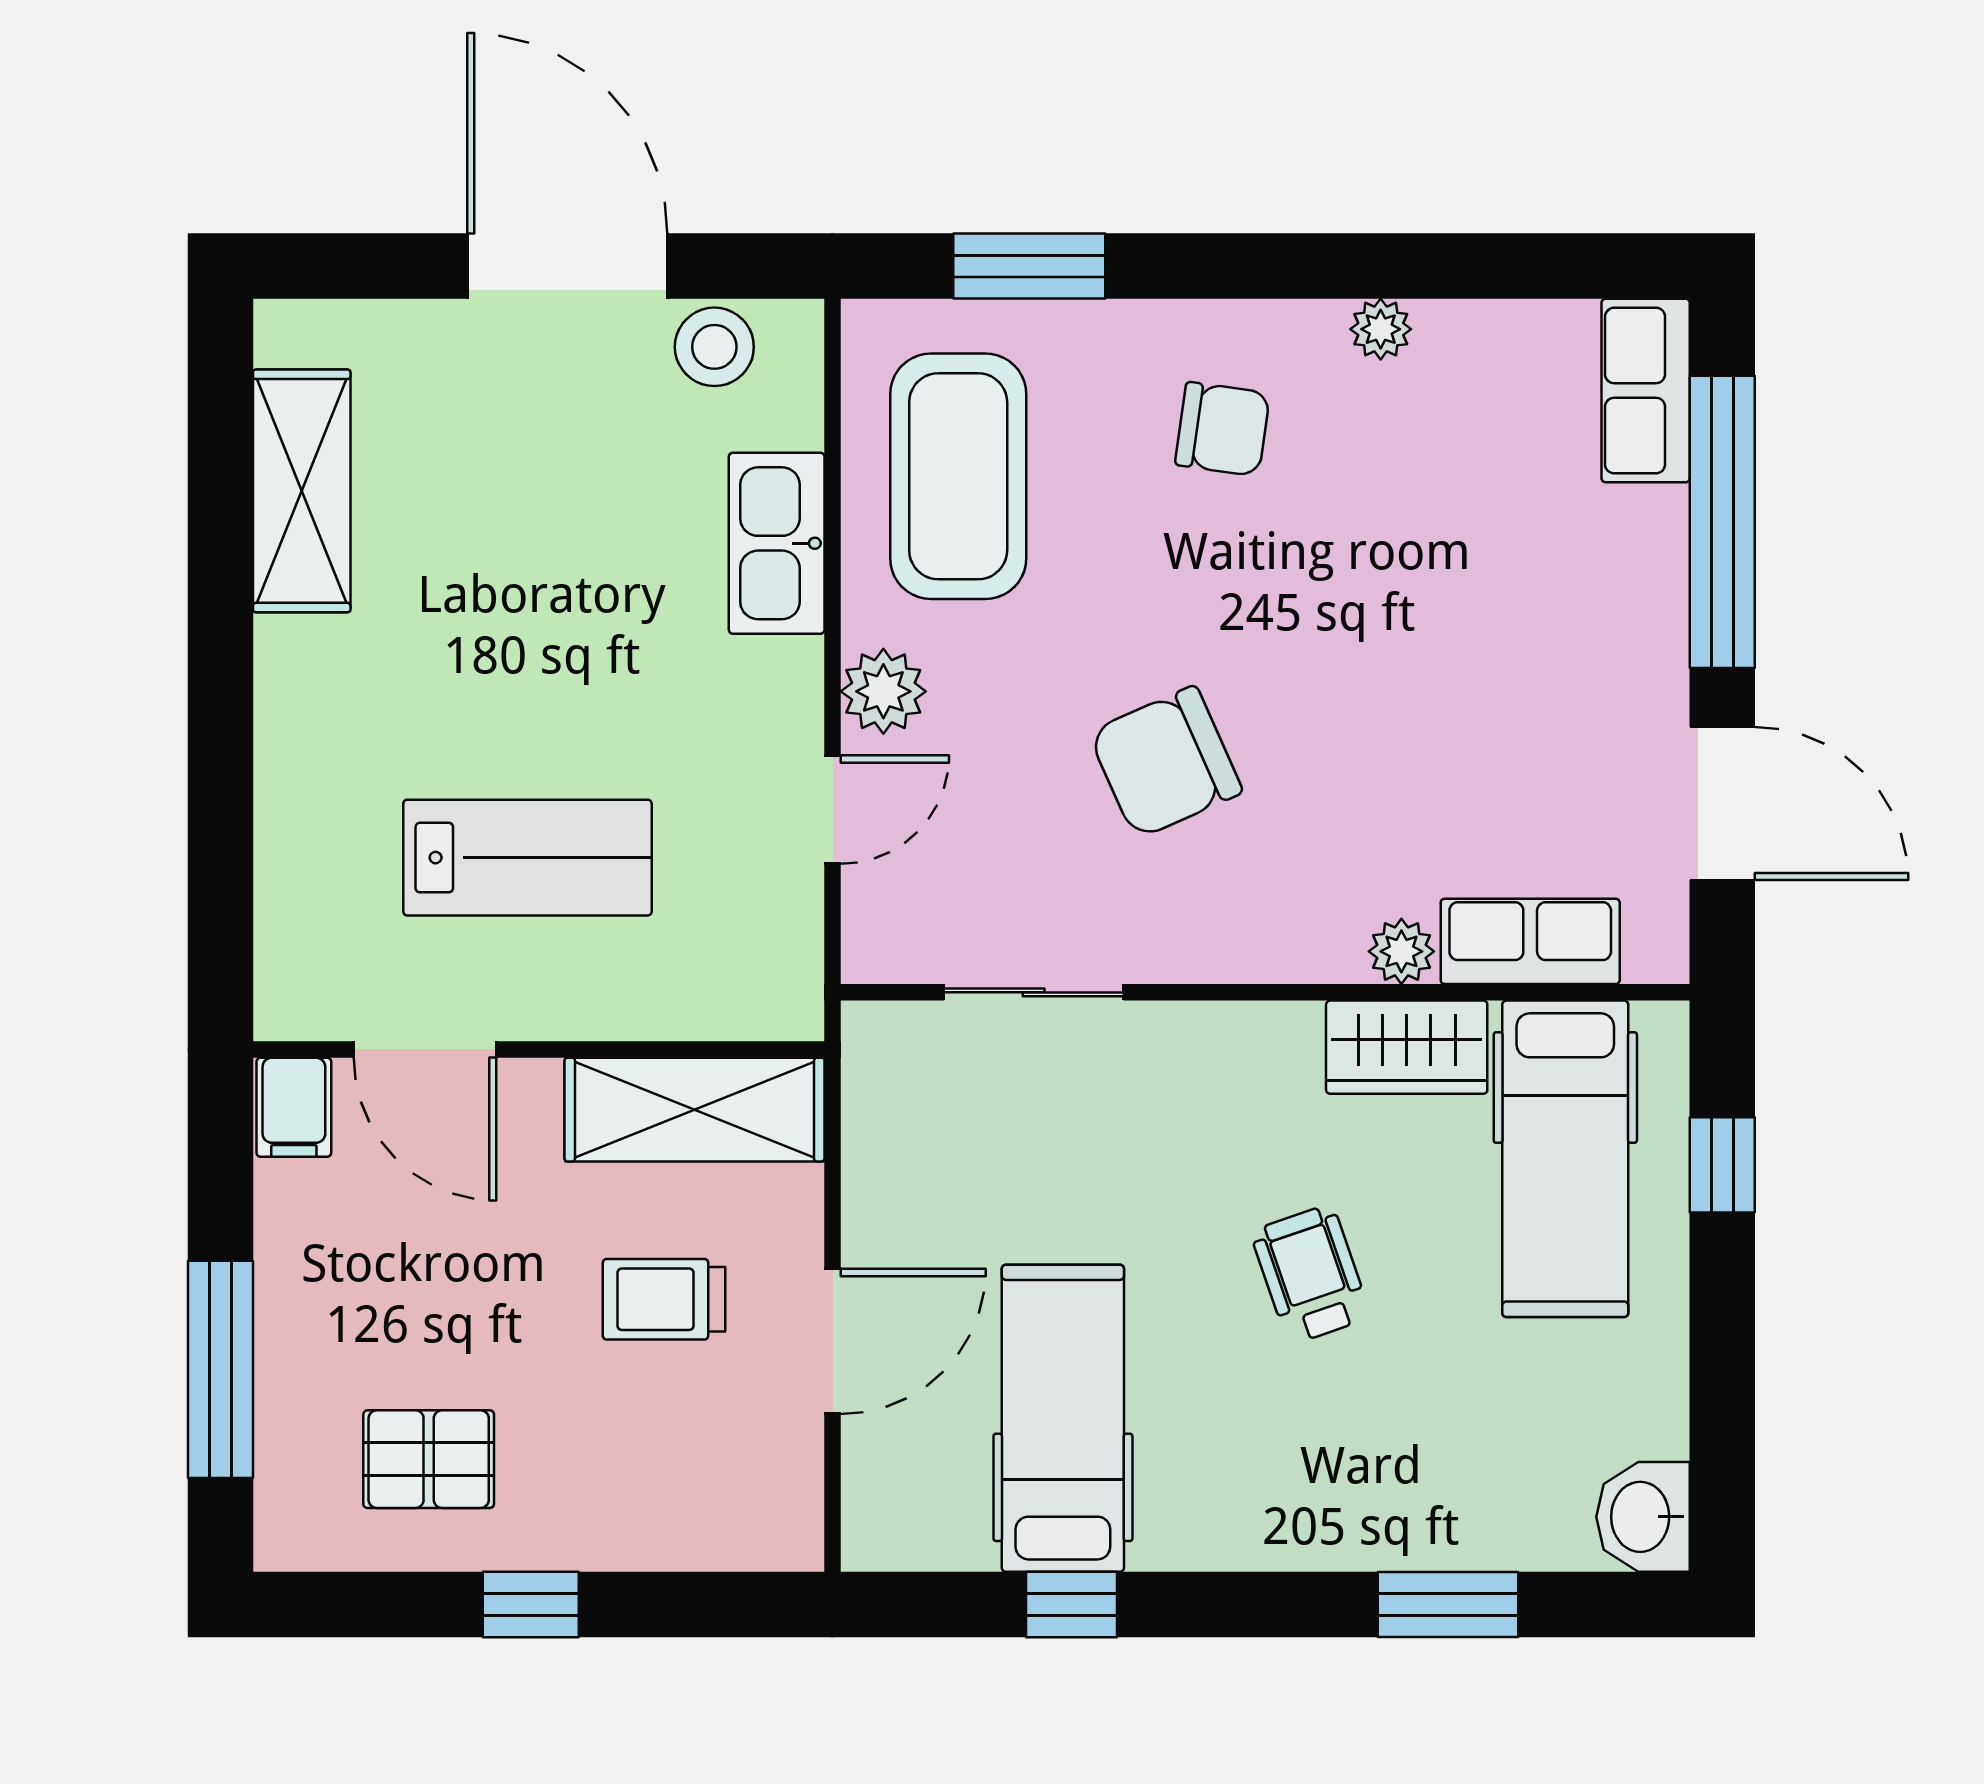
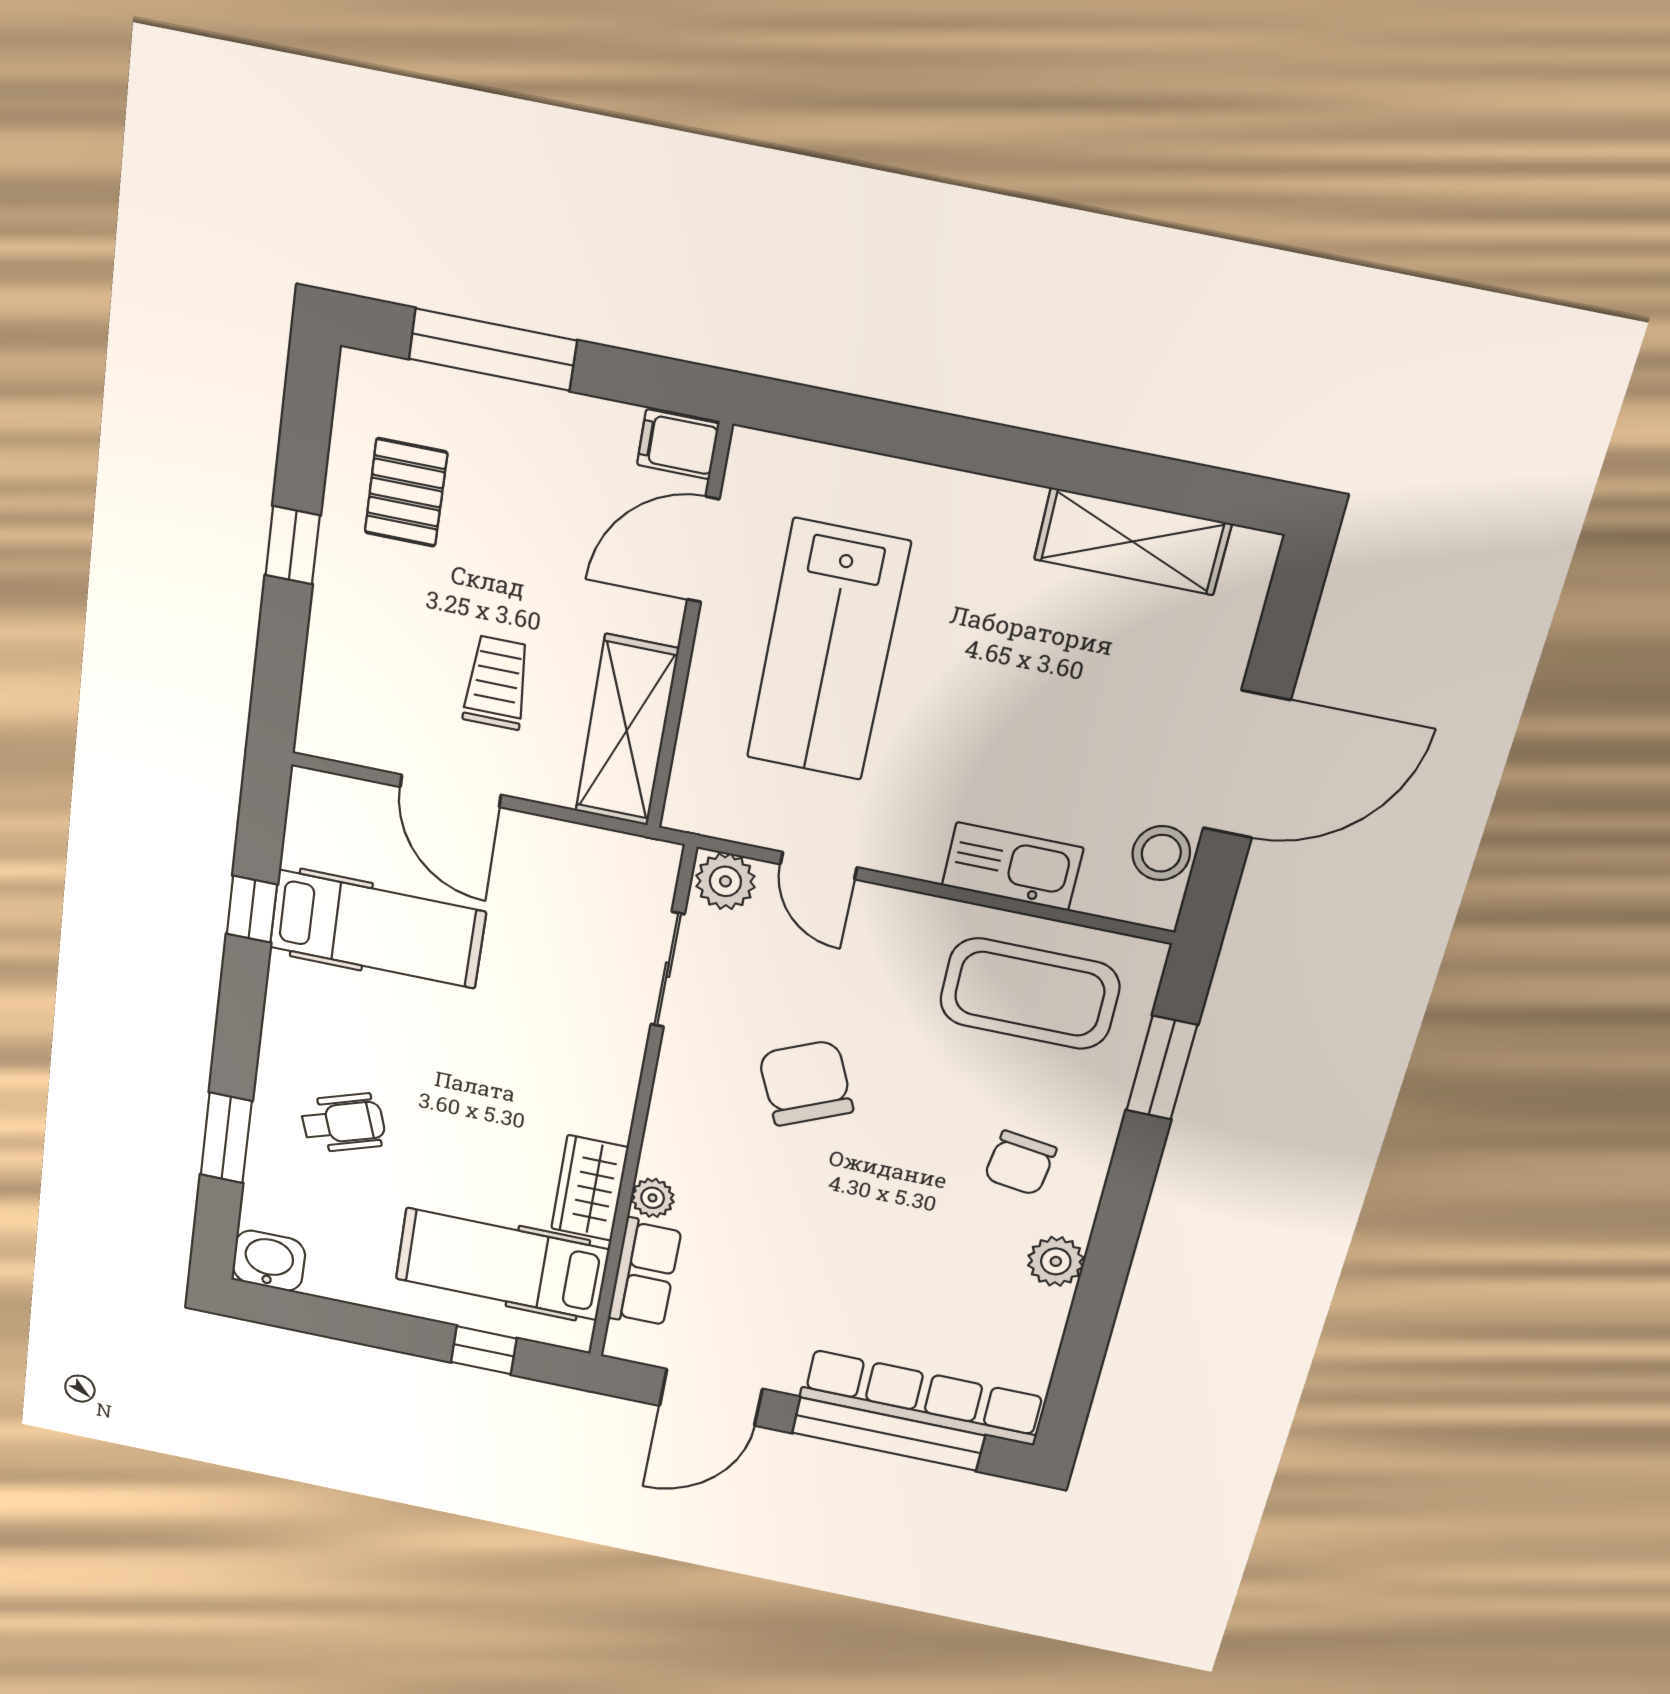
plant: (1381, 329) -> (1056, 1261), width x1.38, depth x1.38
row of seats: (1646, 391) -> (923, 1398), width x2.02
plant: (883, 691) -> (725, 881), moved
lab bench: (527, 858) -> (828, 651), width x1.36, depth x1.39
wheelchair: (1311, 1274) -> (343, 1123), moved

